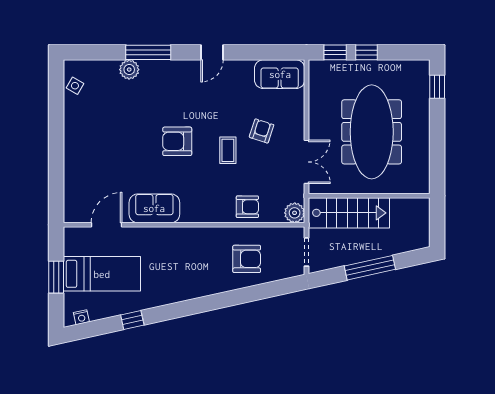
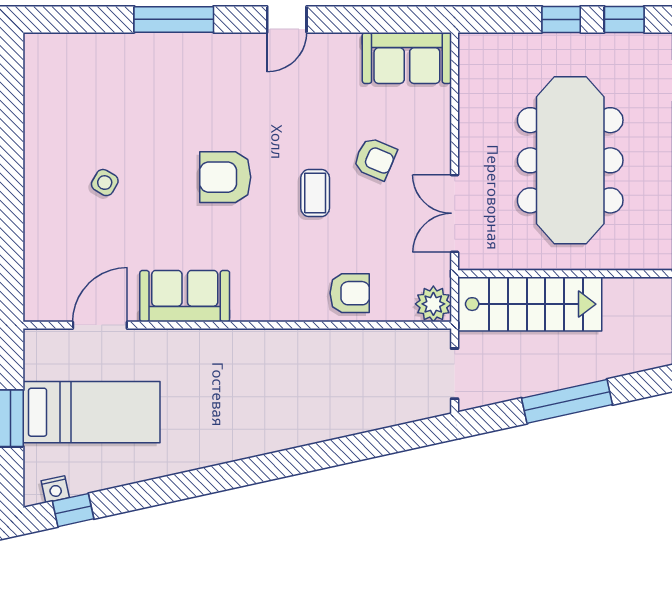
window: (335, 52) -> (624, 19), moved
plant: (129, 70) -> (140, 50), removed
side table: (75, 86) -> (105, 183), moved
armchair: (262, 131) -> (375, 159), turned 95
double door: (306, 162) -> (455, 213), swing flipped
armchair: (247, 259) -> (348, 386), removed
window: (132, 320) -> (73, 510), moved

